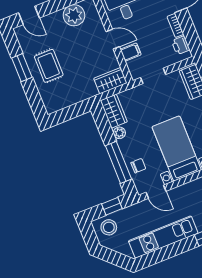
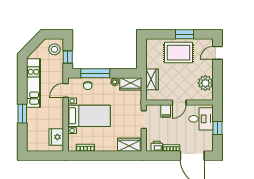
rug: (49, 66) -> (178, 53), width x1.36, depth x1.43
wardrobe: (110, 81) -> (152, 79), moved

